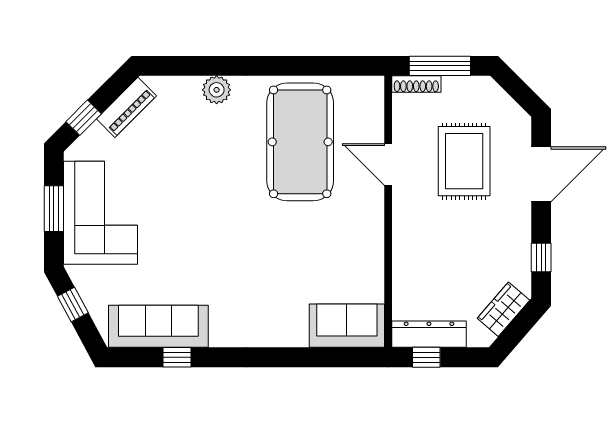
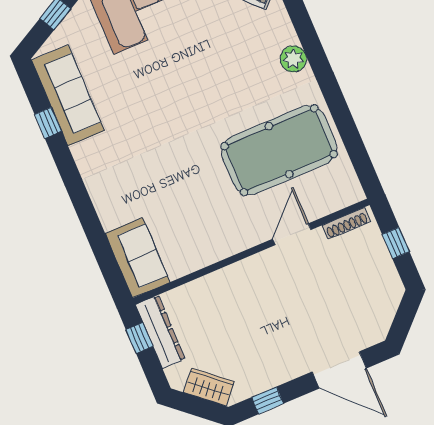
window: (440, 66) -> (396, 243), width x0.46
shoe rack: (416, 84) -> (346, 223), moved, turned -90
rug: (464, 161) -> (323, 299), removed

